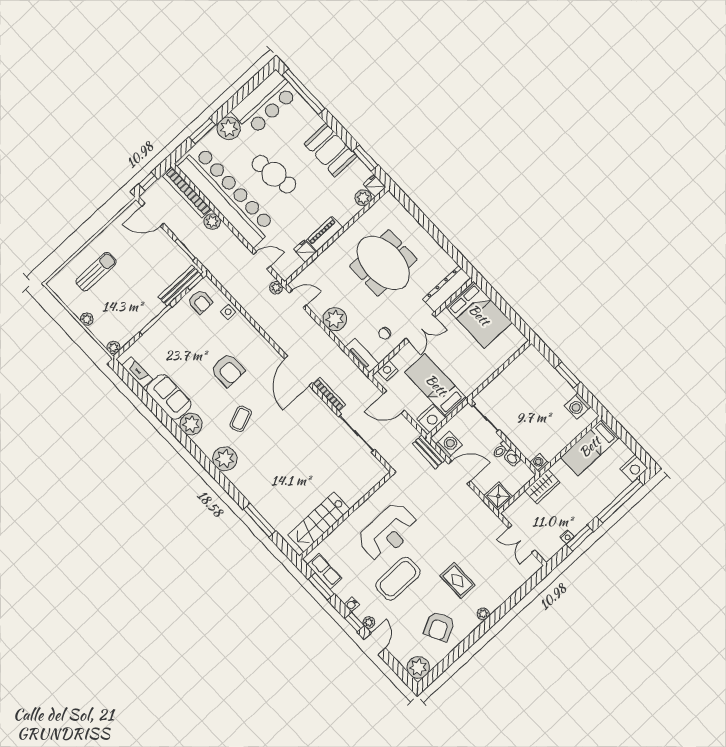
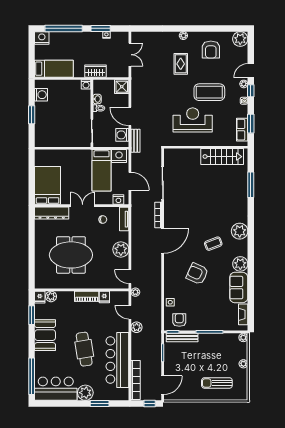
bar counter: (227, 196) -> (117, 360), width x0.73
door: (153, 215) -> (163, 385), hinge flipped
plant: (212, 222) -> (137, 327), moved
meeting table: (383, 263) -> (71, 255), turned 90
armchair: (228, 370) -> (197, 274), turned -66
armchair: (439, 626) -> (211, 49), turned 116

